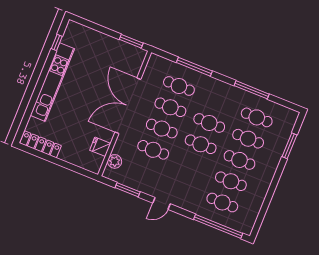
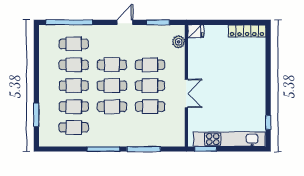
kitchen unit: (52, 82) -> (229, 139), moved, turned 90
cafe table: (179, 86) -> (112, 65), moved
window: (252, 90) -> (103, 149), moved
double door: (128, 106) -> (186, 93), width x0.54
fridge: (100, 147) -> (196, 31), moved

